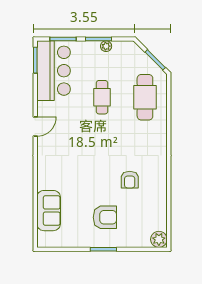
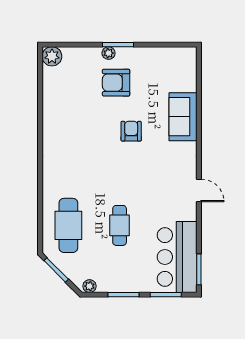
plant: (106, 46) -> (89, 286), moved
door: (35, 127) -> (199, 190), swing flipped
armchair: (130, 180) -> (131, 131), moved
sofa: (49, 211) -> (183, 117), moved
plant: (111, 242) -> (109, 53), added

